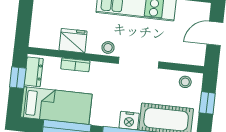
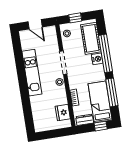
fridge: (73, 41) -> (63, 113), moved
window: (18, 78) -> (101, 126), moved

